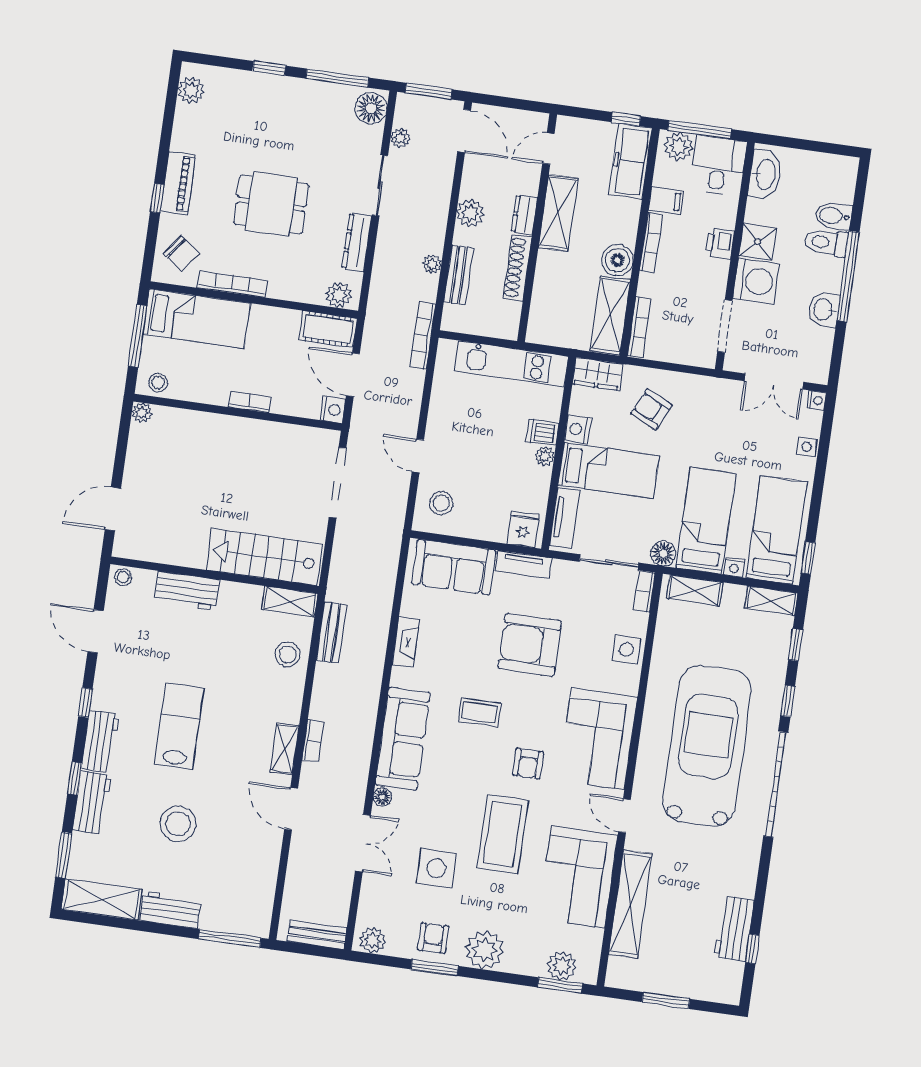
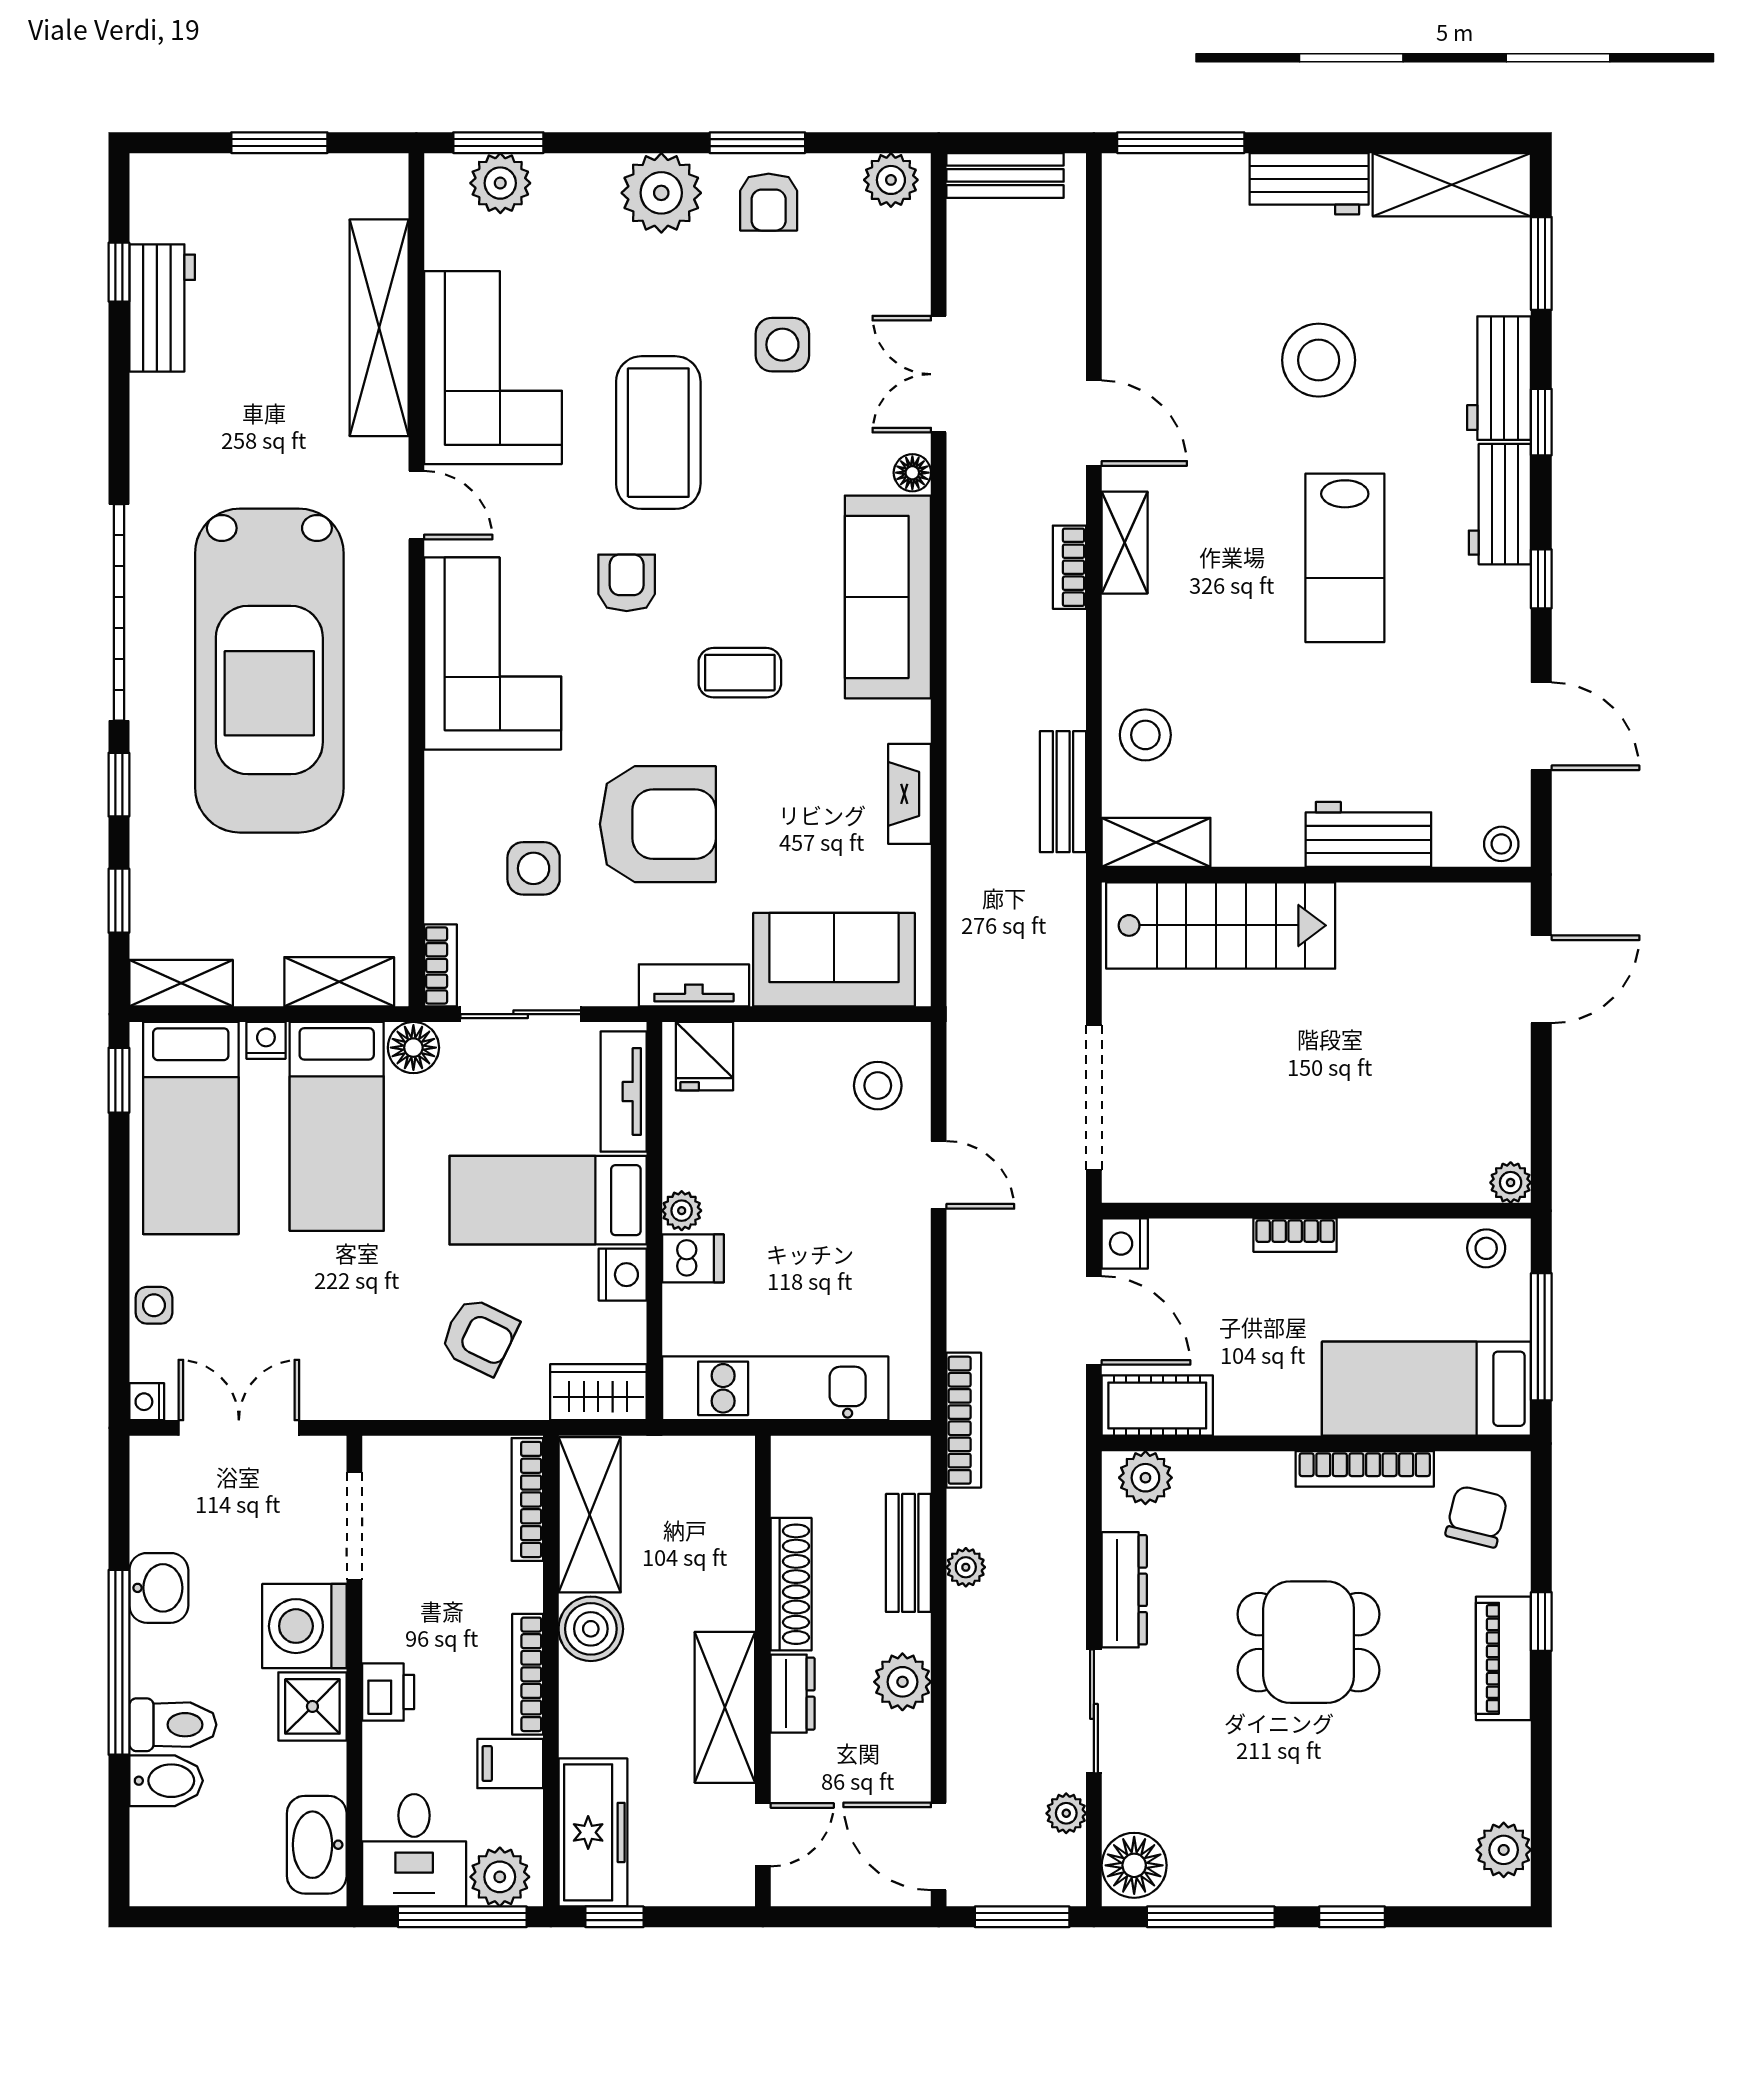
chair: (181, 253) -> (1476, 1517), turned 67
side table: (626, 650) -> (534, 868), moved
side table: (436, 868) -> (782, 345), width x0.73, depth x0.73

